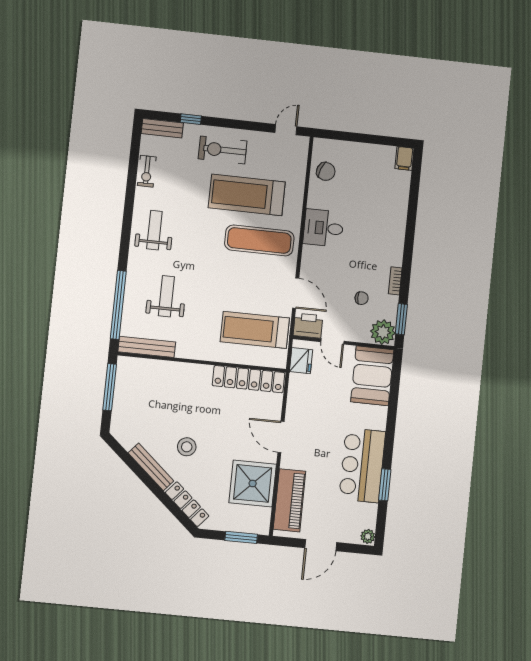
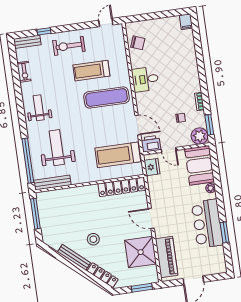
treadmill: (247, 195) -> (91, 71), width x0.73, depth x0.73
weight bench: (166, 296) -> (57, 148), width x1.36, depth x1.33
plant: (368, 536) -> (211, 188), moved

